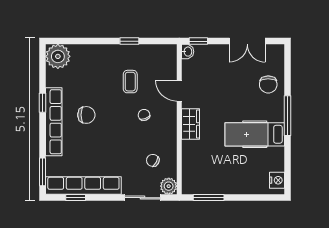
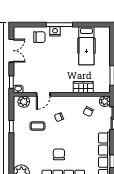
plant: (168, 60) -> (24, 102), added
wardrobe: (191, 124) -> (83, 87), moved
hospital bed: (255, 134) -> (86, 46), moved
nightstand: (277, 180) -> (55, 31), moved

